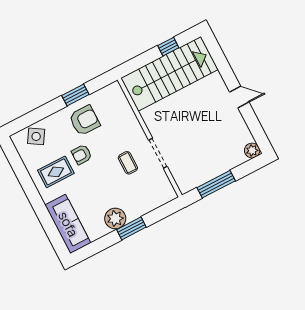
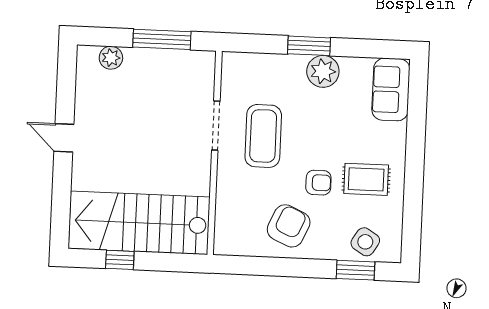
window: (75, 95) -> (355, 270), moved
armchair: (84, 120) -> (289, 226), turned 114
plant: (252, 150) -> (111, 58), moved
coffee table: (128, 163) -> (263, 136), width x1.86, depth x1.72
sofa: (68, 224) -> (391, 89), width x0.73

